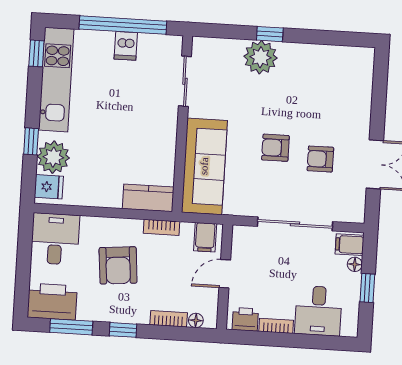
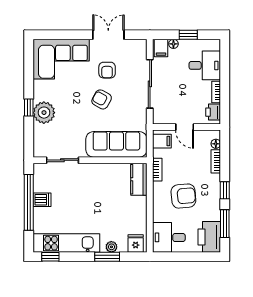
corner sofa: (342, 89) -> (61, 59), added
window: (31, 141) -> (107, 257), width x1.50
armchair: (275, 148) -> (102, 99), turned 119
plant: (53, 157) -> (111, 247), width x0.53, depth x0.53

